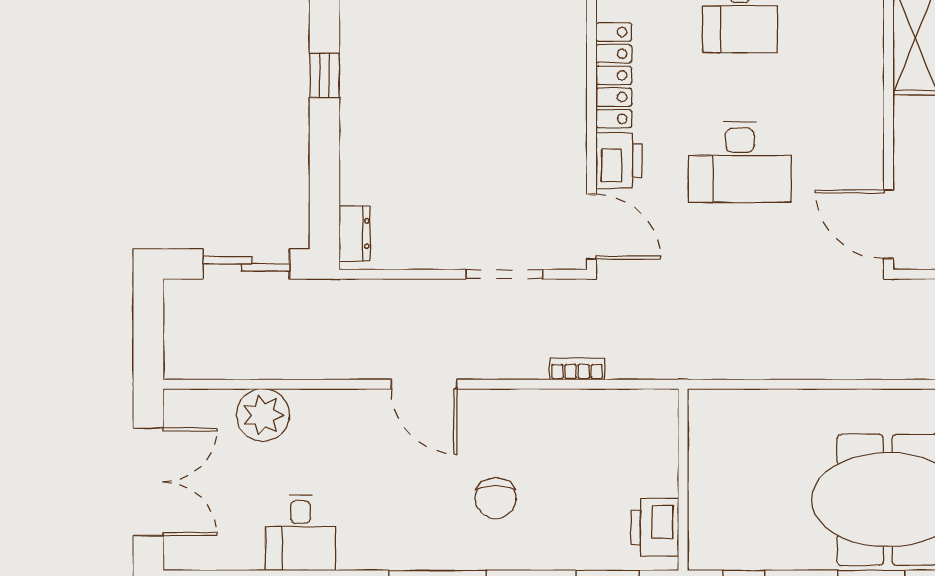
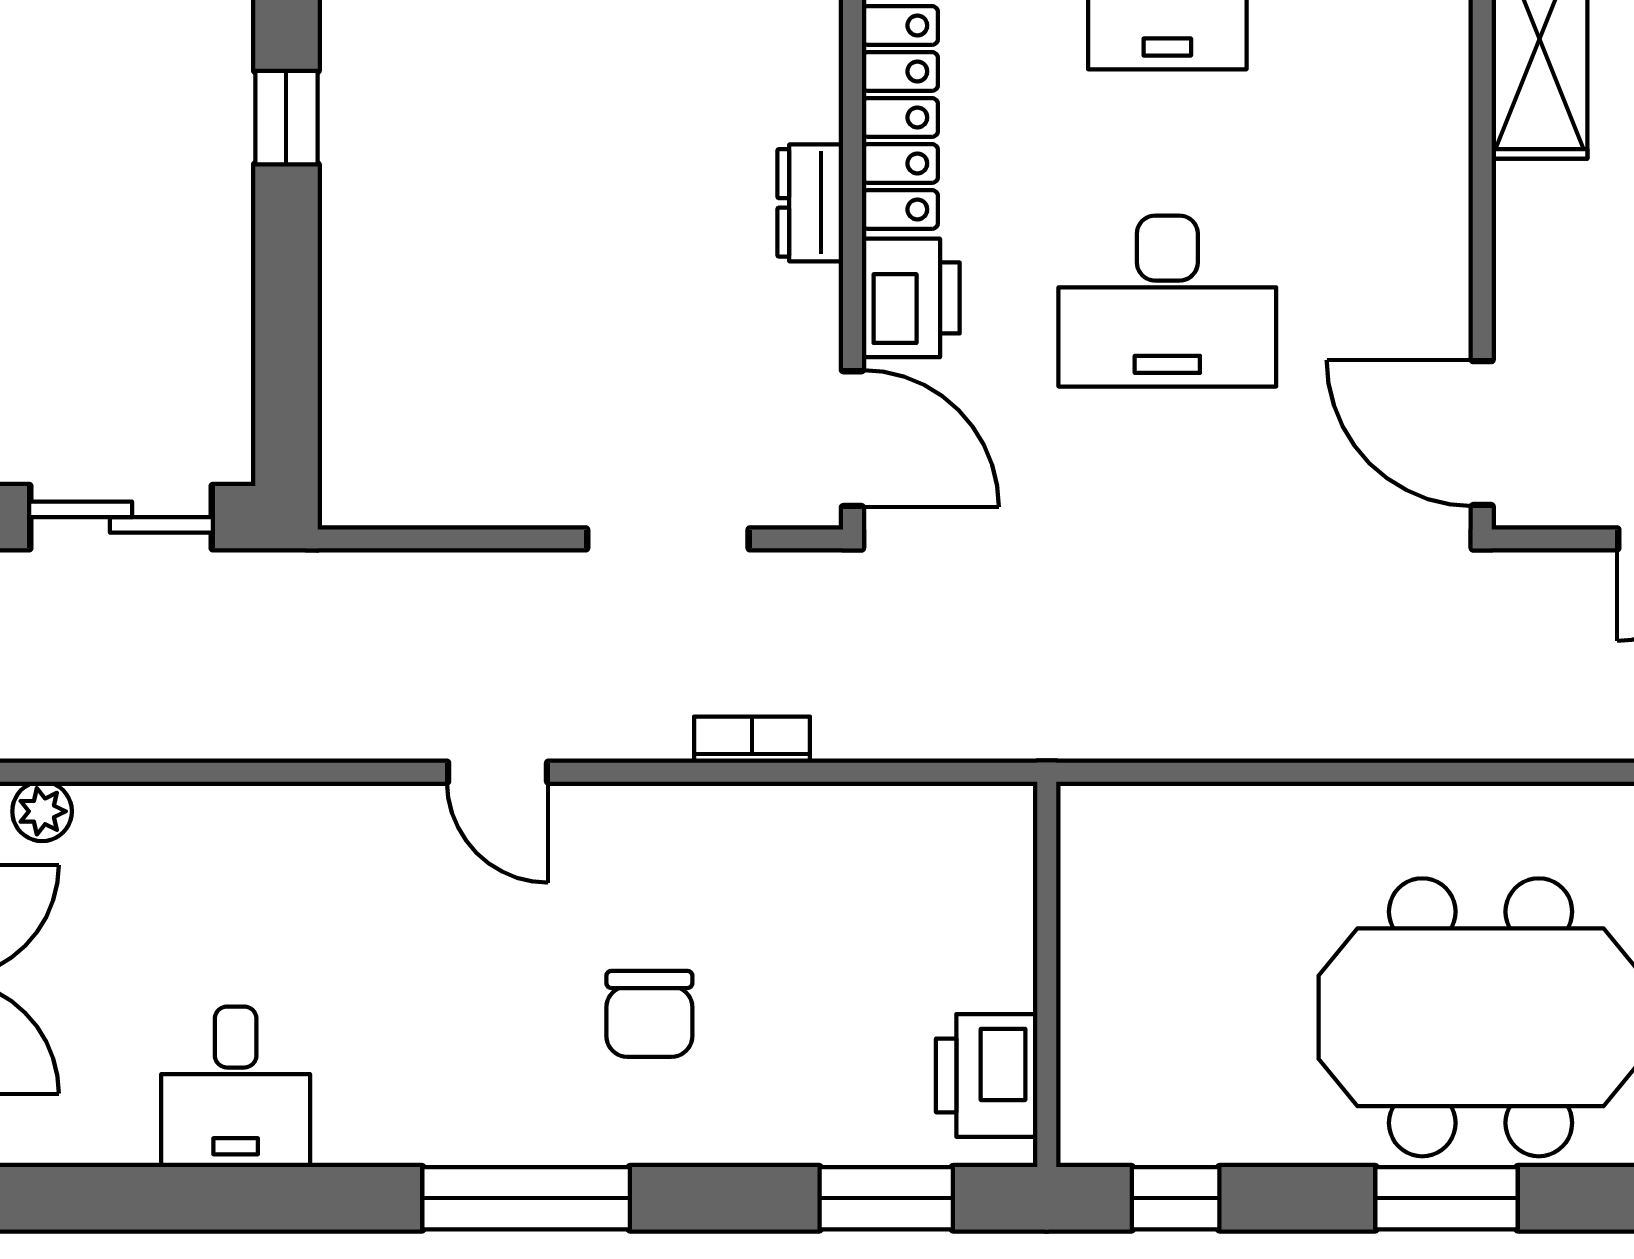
dresser: (355, 234) -> (810, 203), moved, turned 180
bookcase: (577, 369) -> (752, 740), moved
door: (424, 384) -> (498, 772), width x0.73
plant: (263, 415) -> (42, 811), moved, width x0.53, depth x0.53

